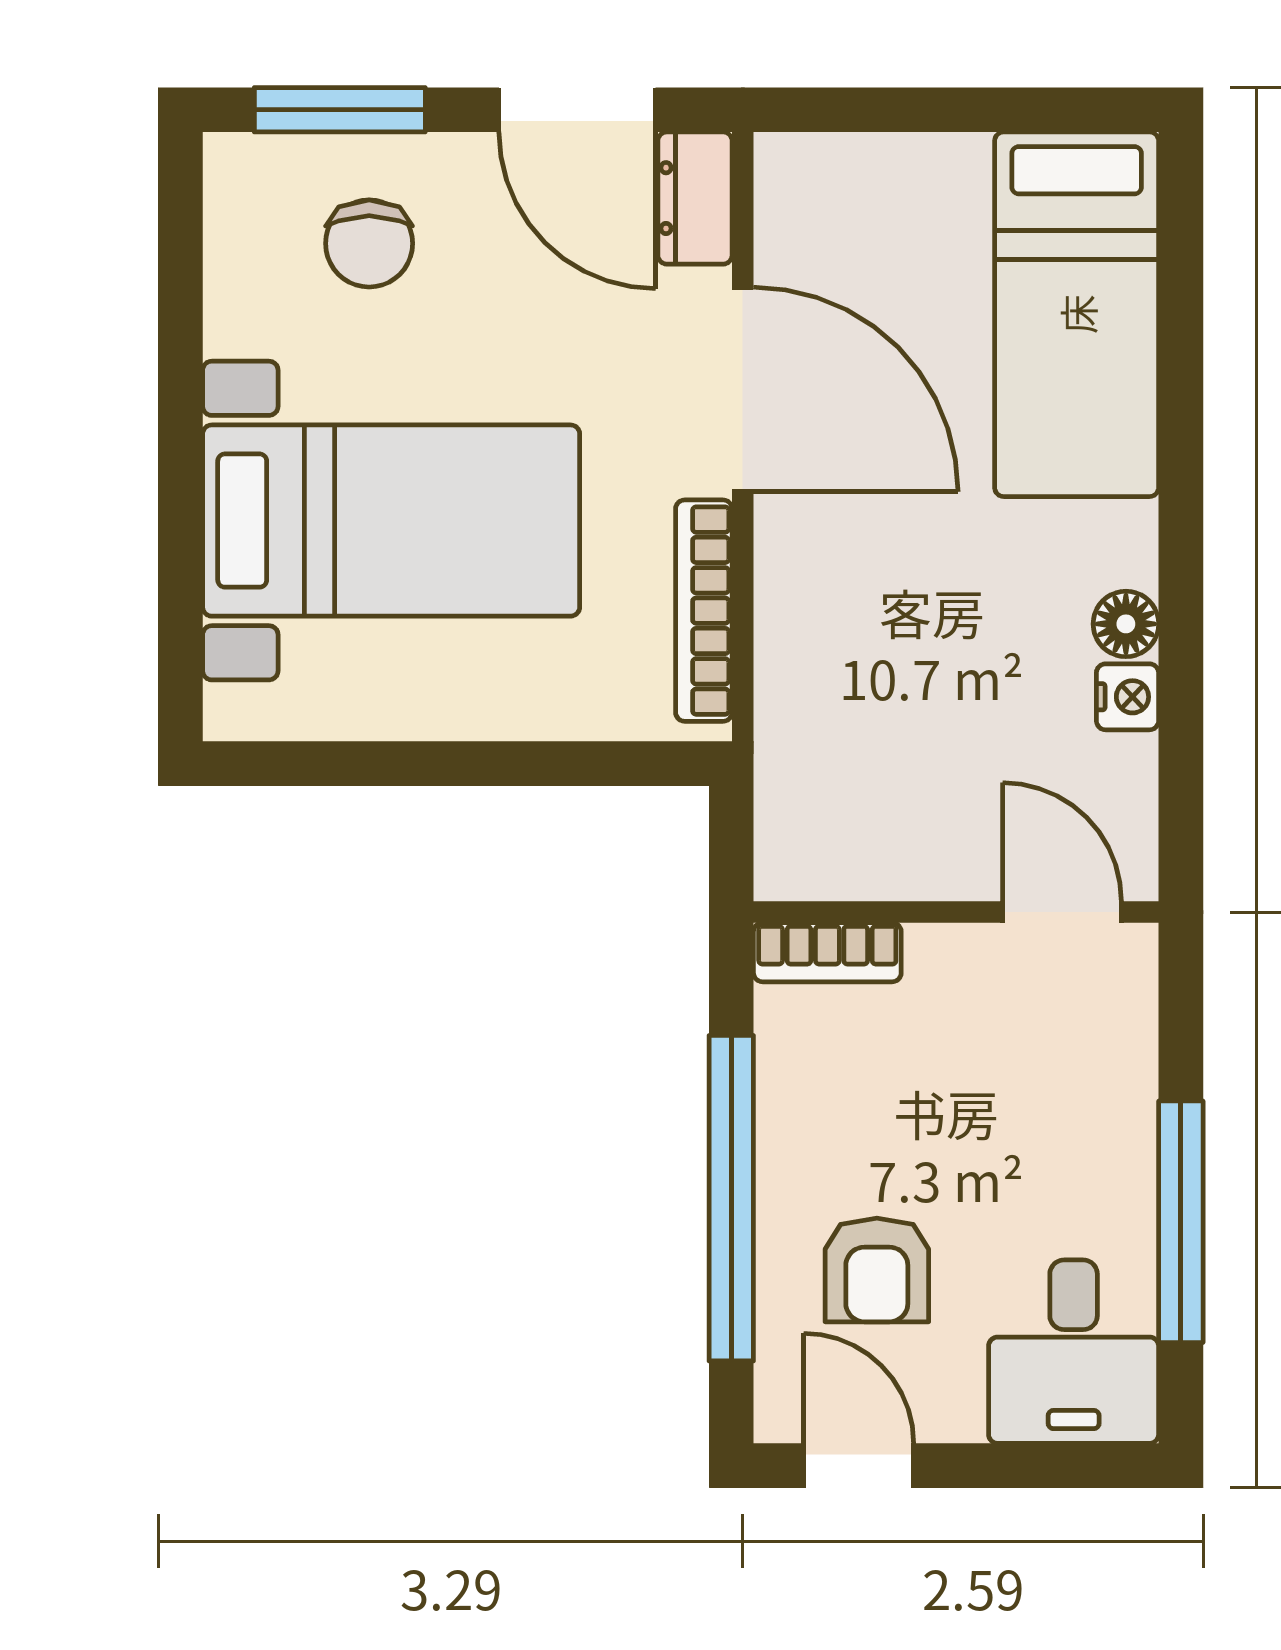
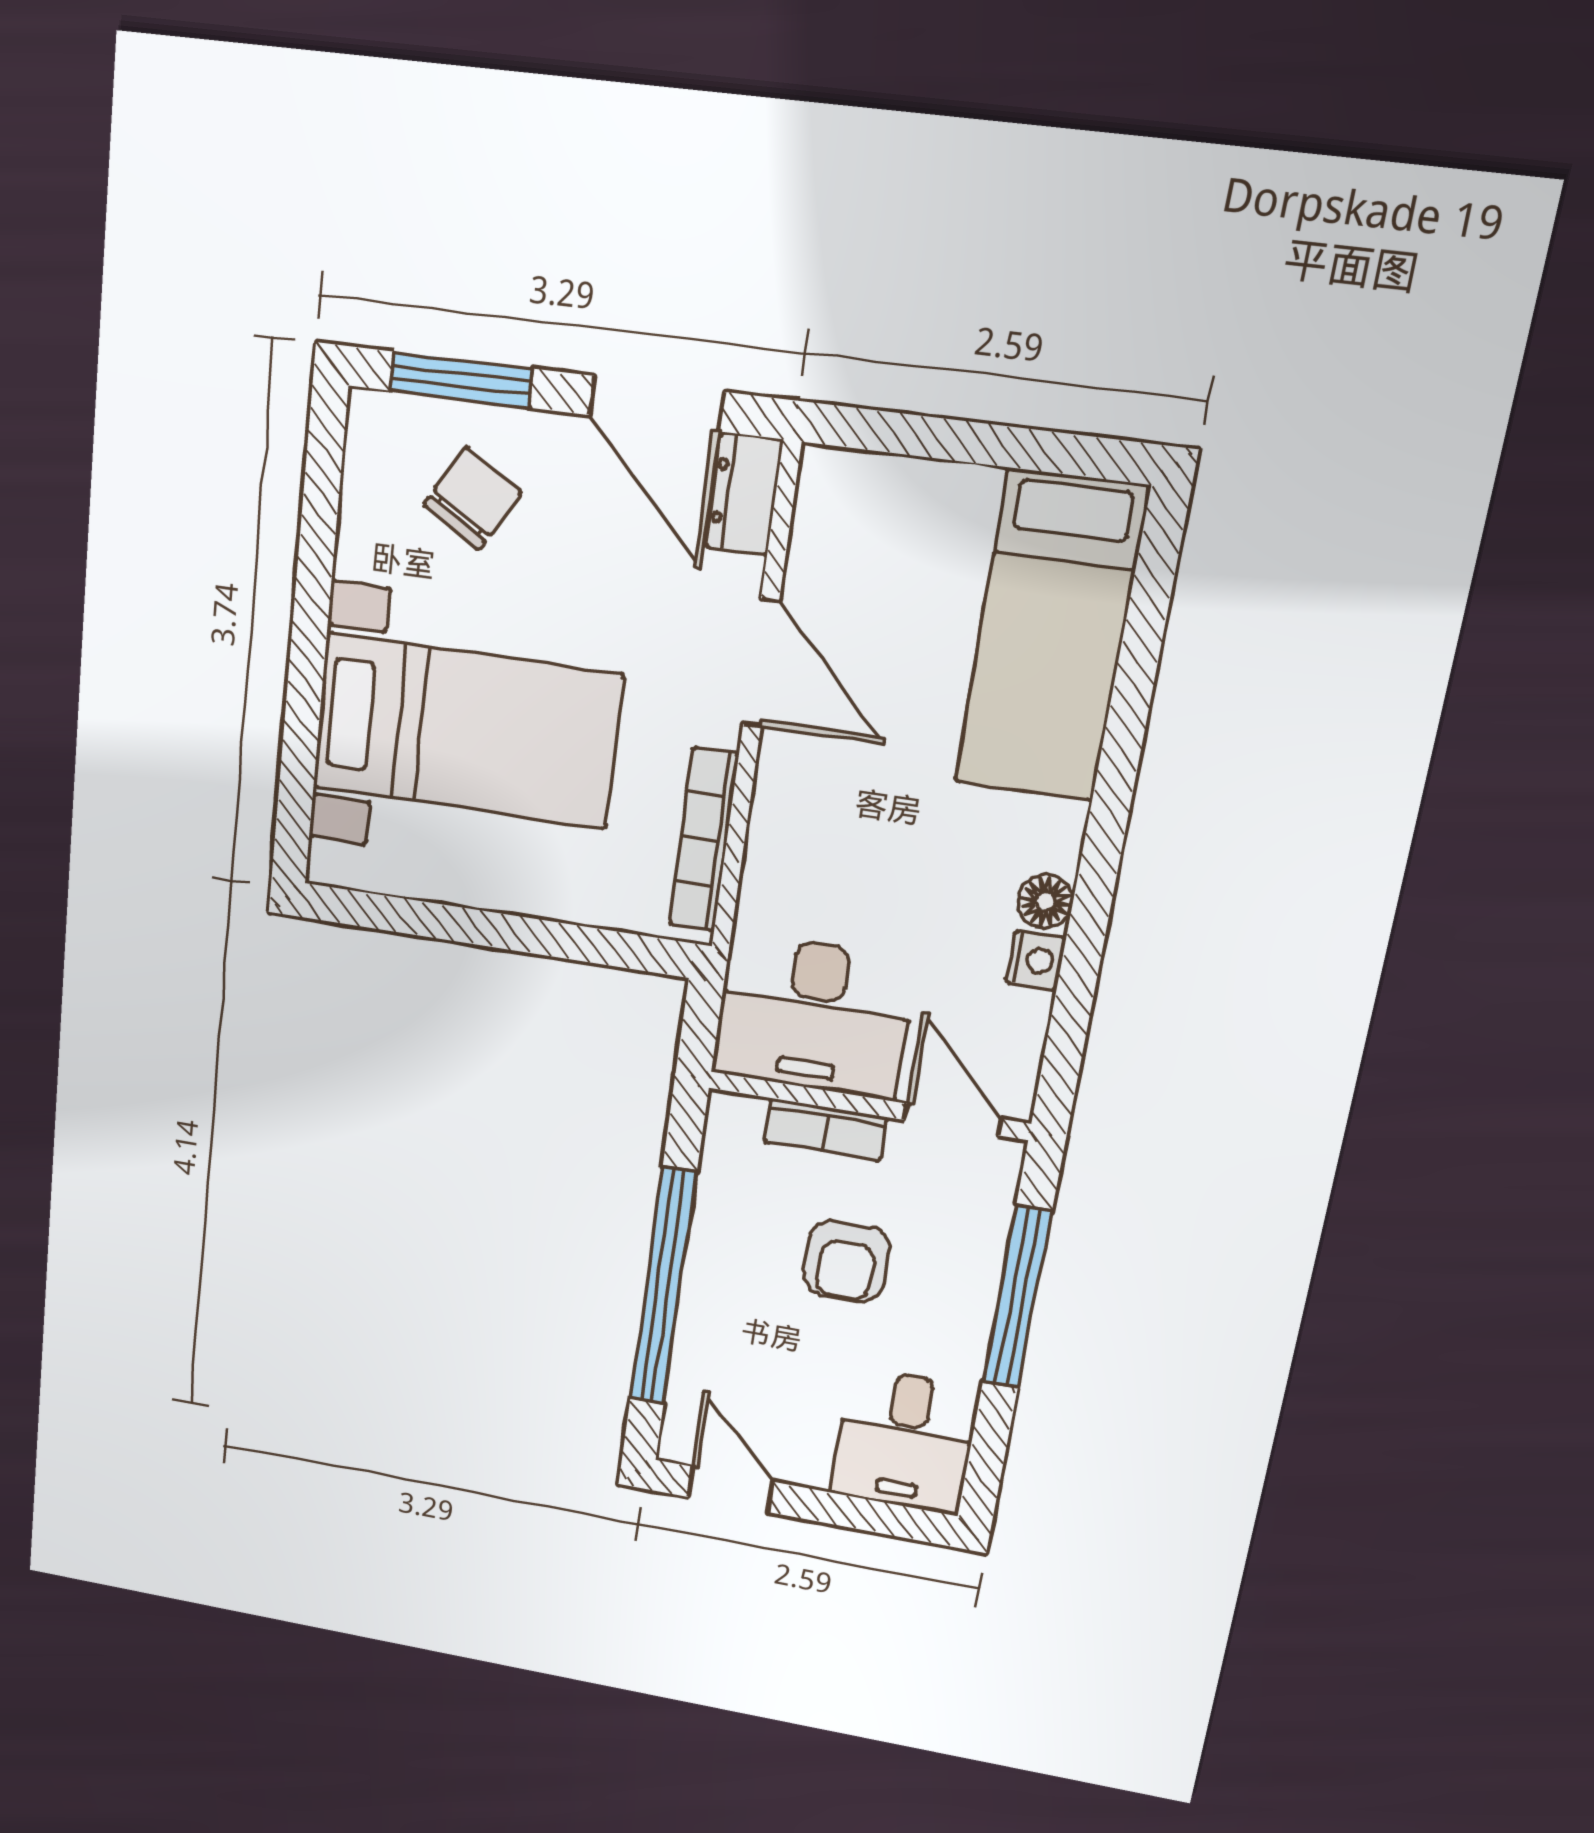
chair: (369, 243) -> (473, 499), turned -149
door: (743, 390) -> (761, 663), width x0.73
desk: (871, 809) -> (813, 1016), added
bookcase: (827, 952) -> (825, 1130), moved
window: (1181, 1222) -> (1017, 1297), moved
armchair: (877, 1270) -> (847, 1261), moved

